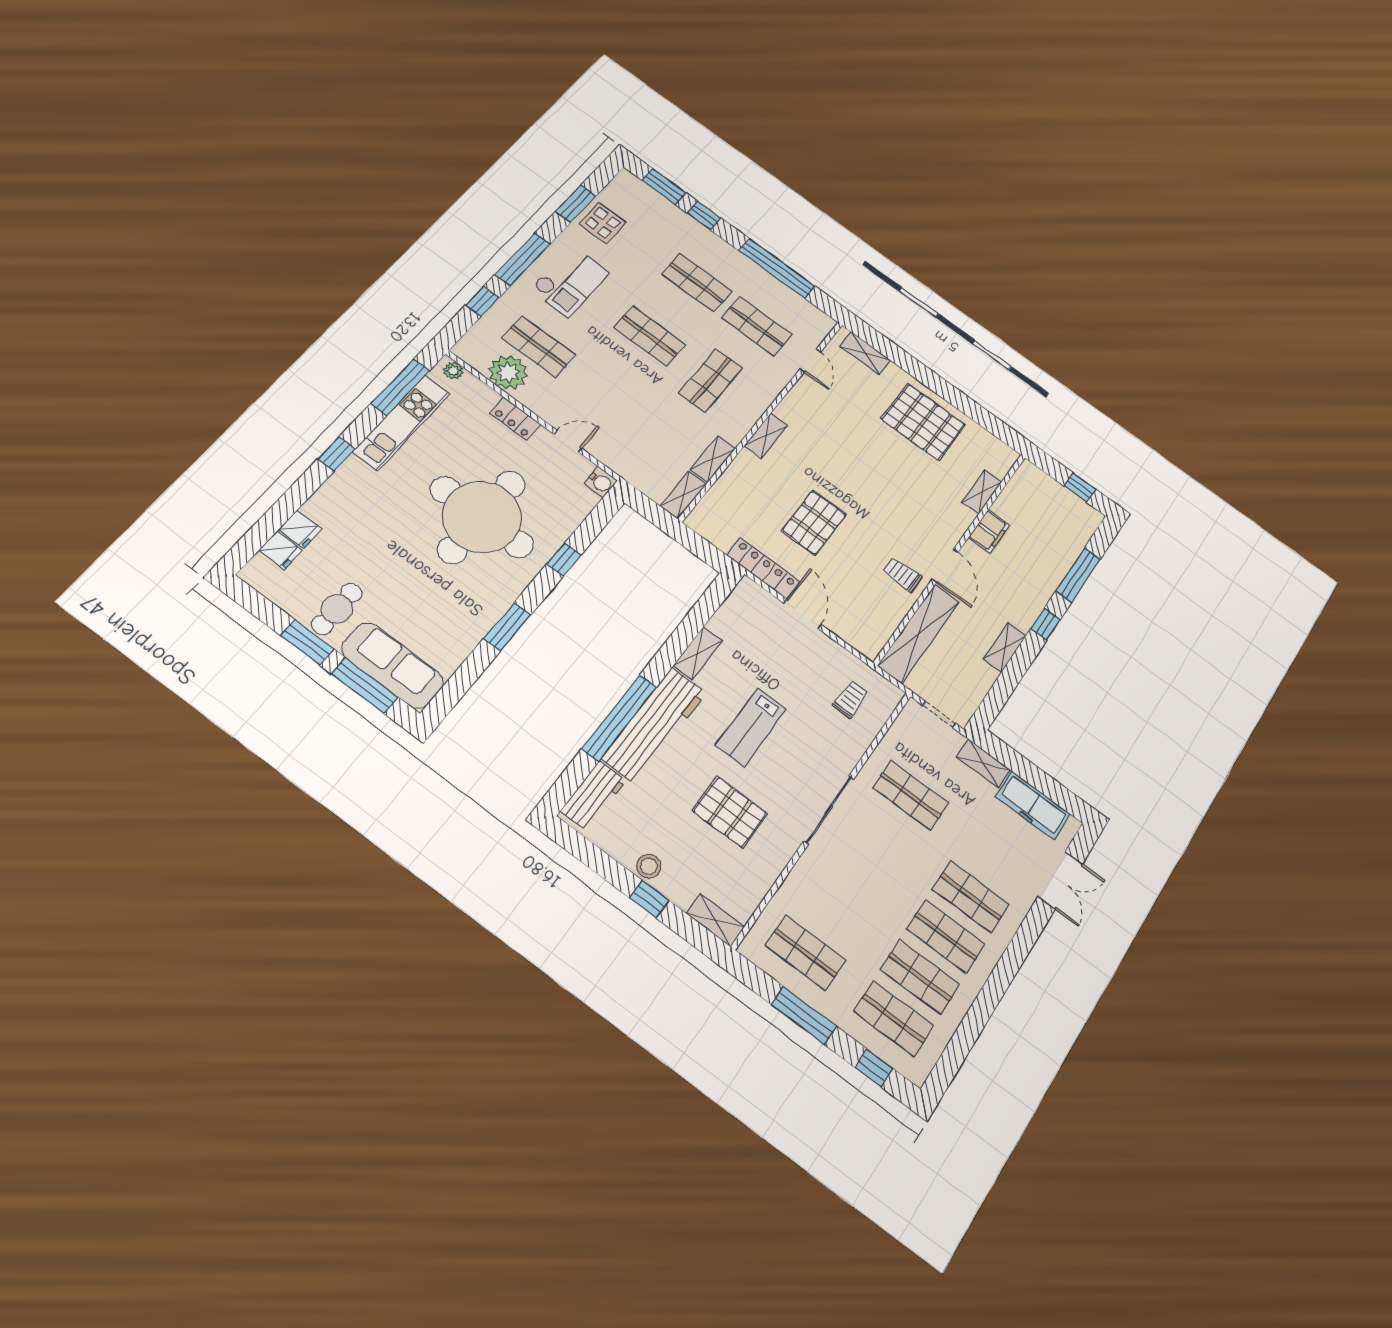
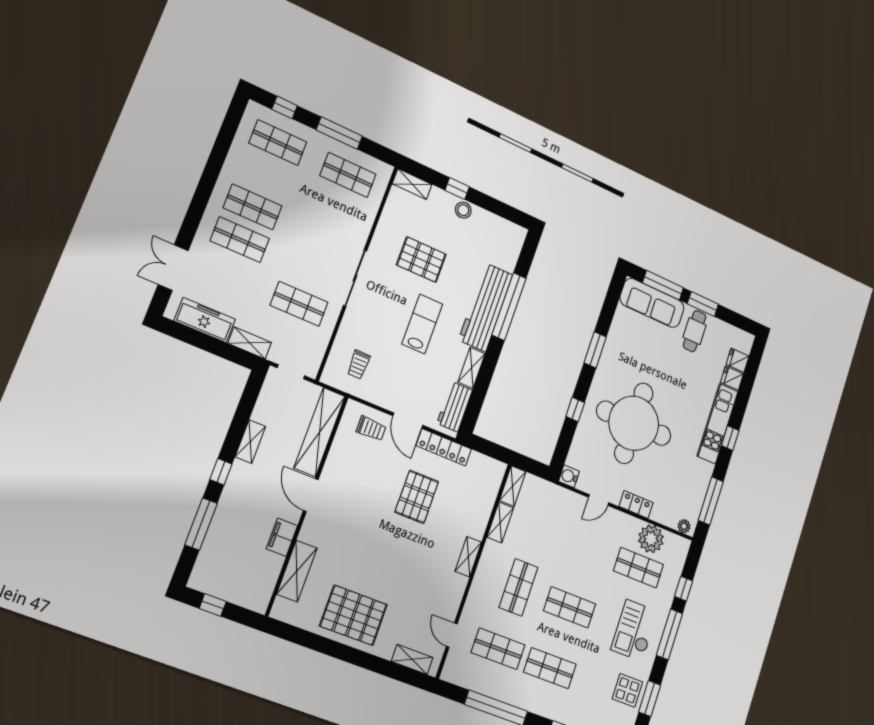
kitchen unit: (401, 423) -> (718, 424), moved
shelving: (982, 492) -> (297, 571), width x1.50, depth x1.33
trolley: (903, 574) -> (371, 429), moved
workbench: (593, 796) -> (455, 407), moved
shop shelf: (920, 977) -> (265, 175), removed

